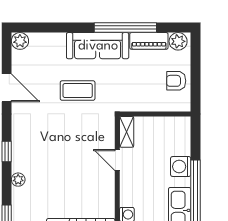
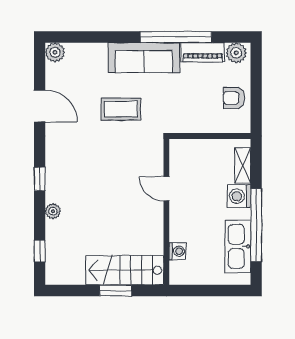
shelving: (127, 132) -> (243, 166), moved

